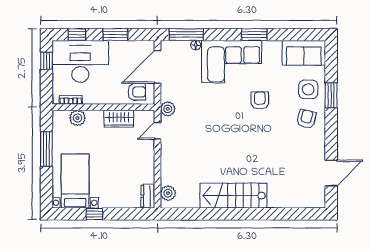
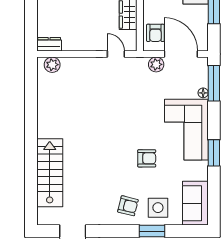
plant: (168, 109) -> (156, 64), moved
stairs: (233, 196) -> (50, 173), moved

